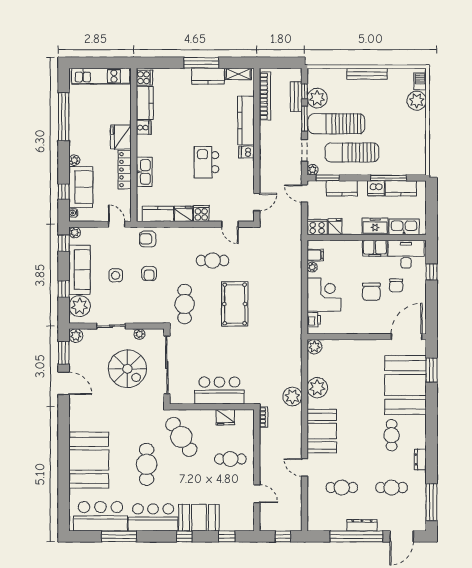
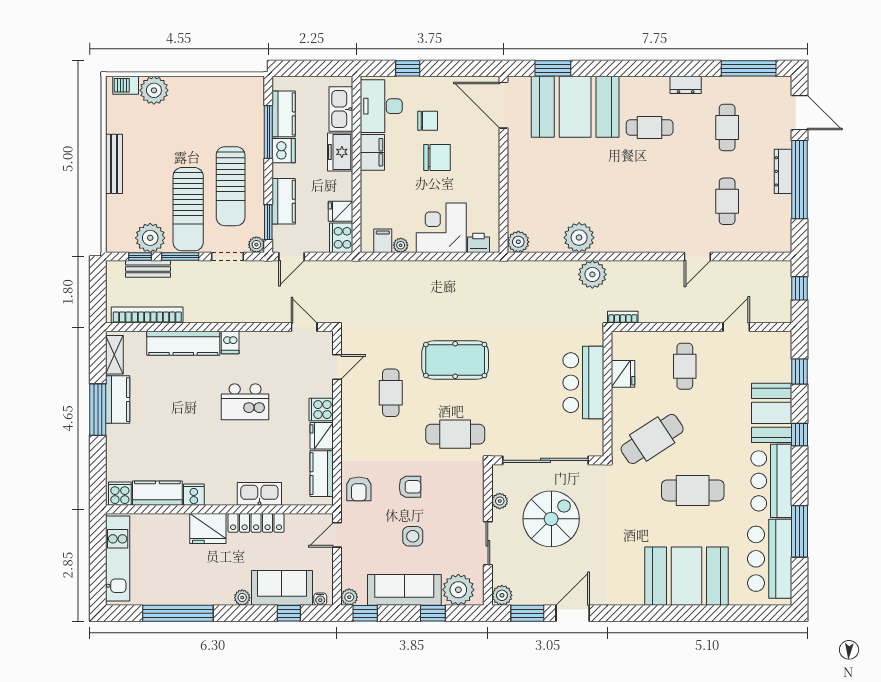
booth: (322, 431) -> (643, 231), removed

